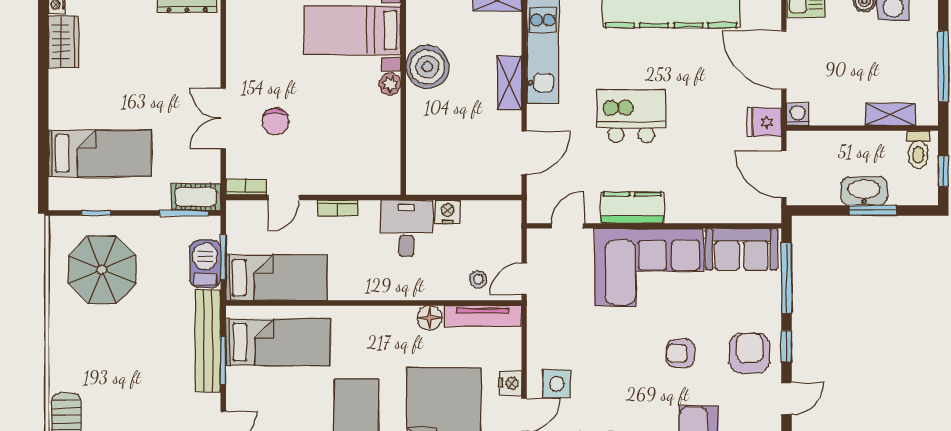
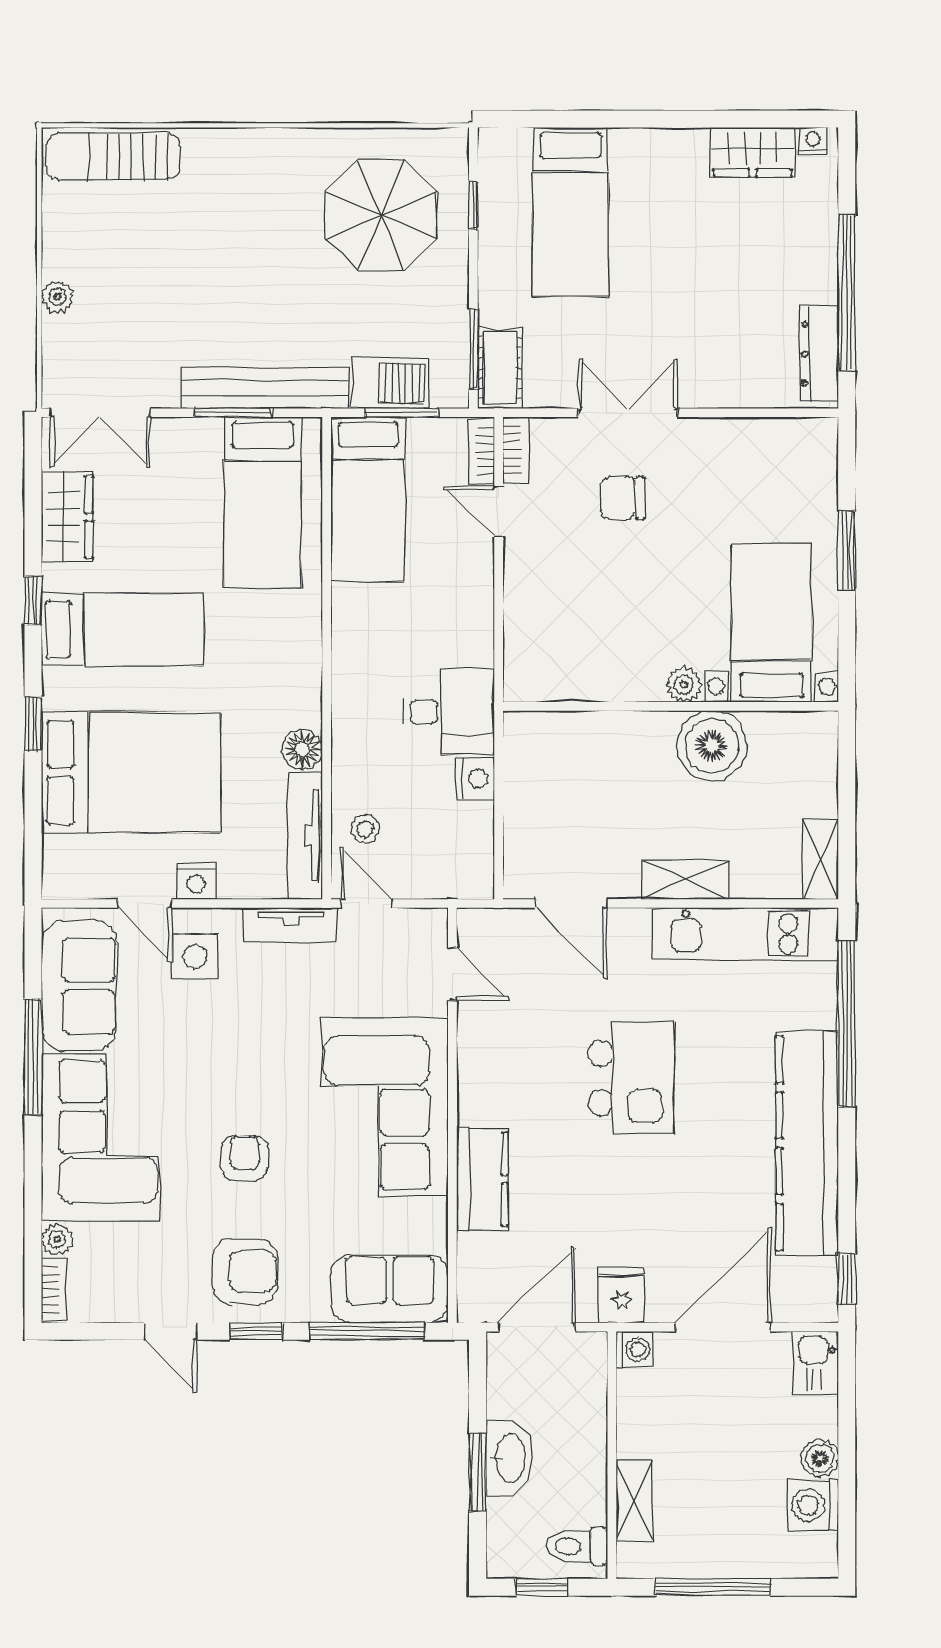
bookcase: (338, 208) -> (481, 451), moved
kitchen counter: (632, 208) -> (482, 1179), moved
sofa: (741, 249) -> (389, 1289), moved, turned 90
tv unit: (537, 325) -> (291, 925), added

